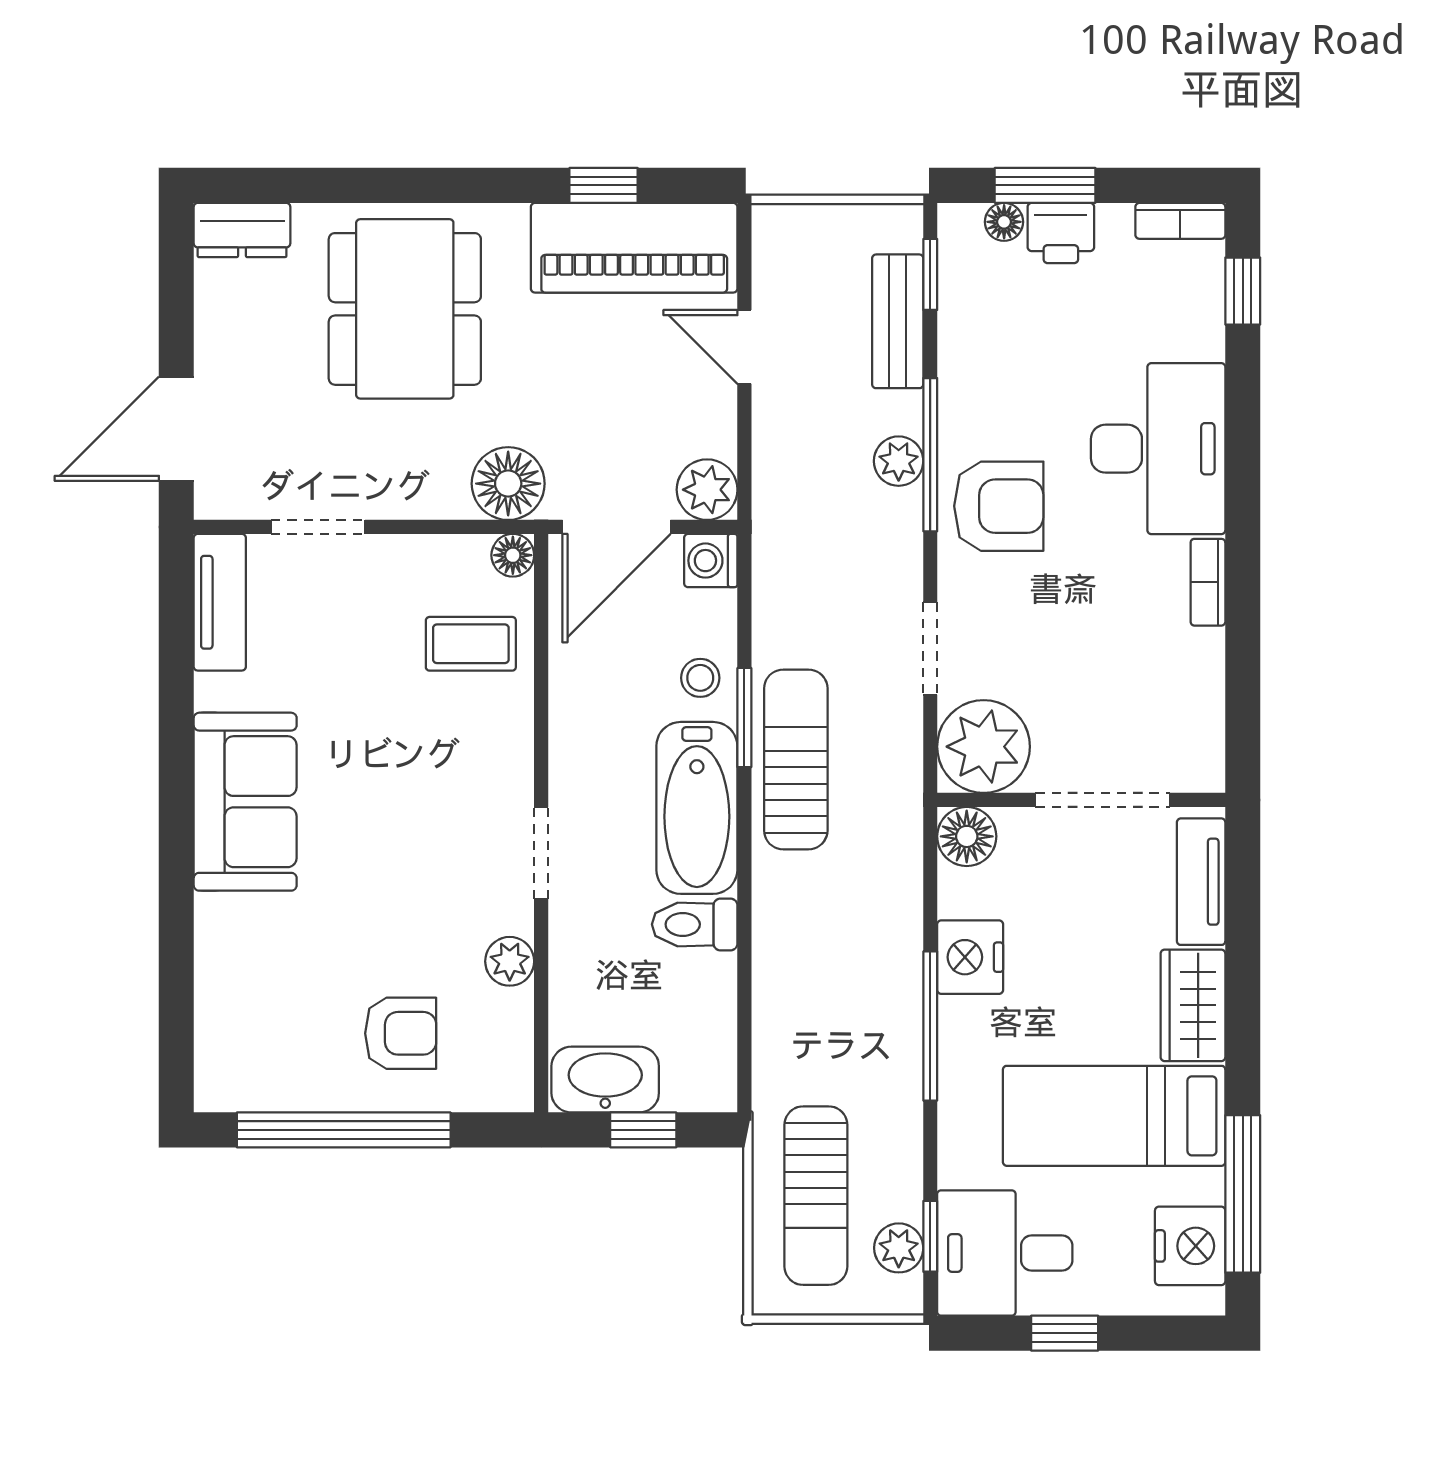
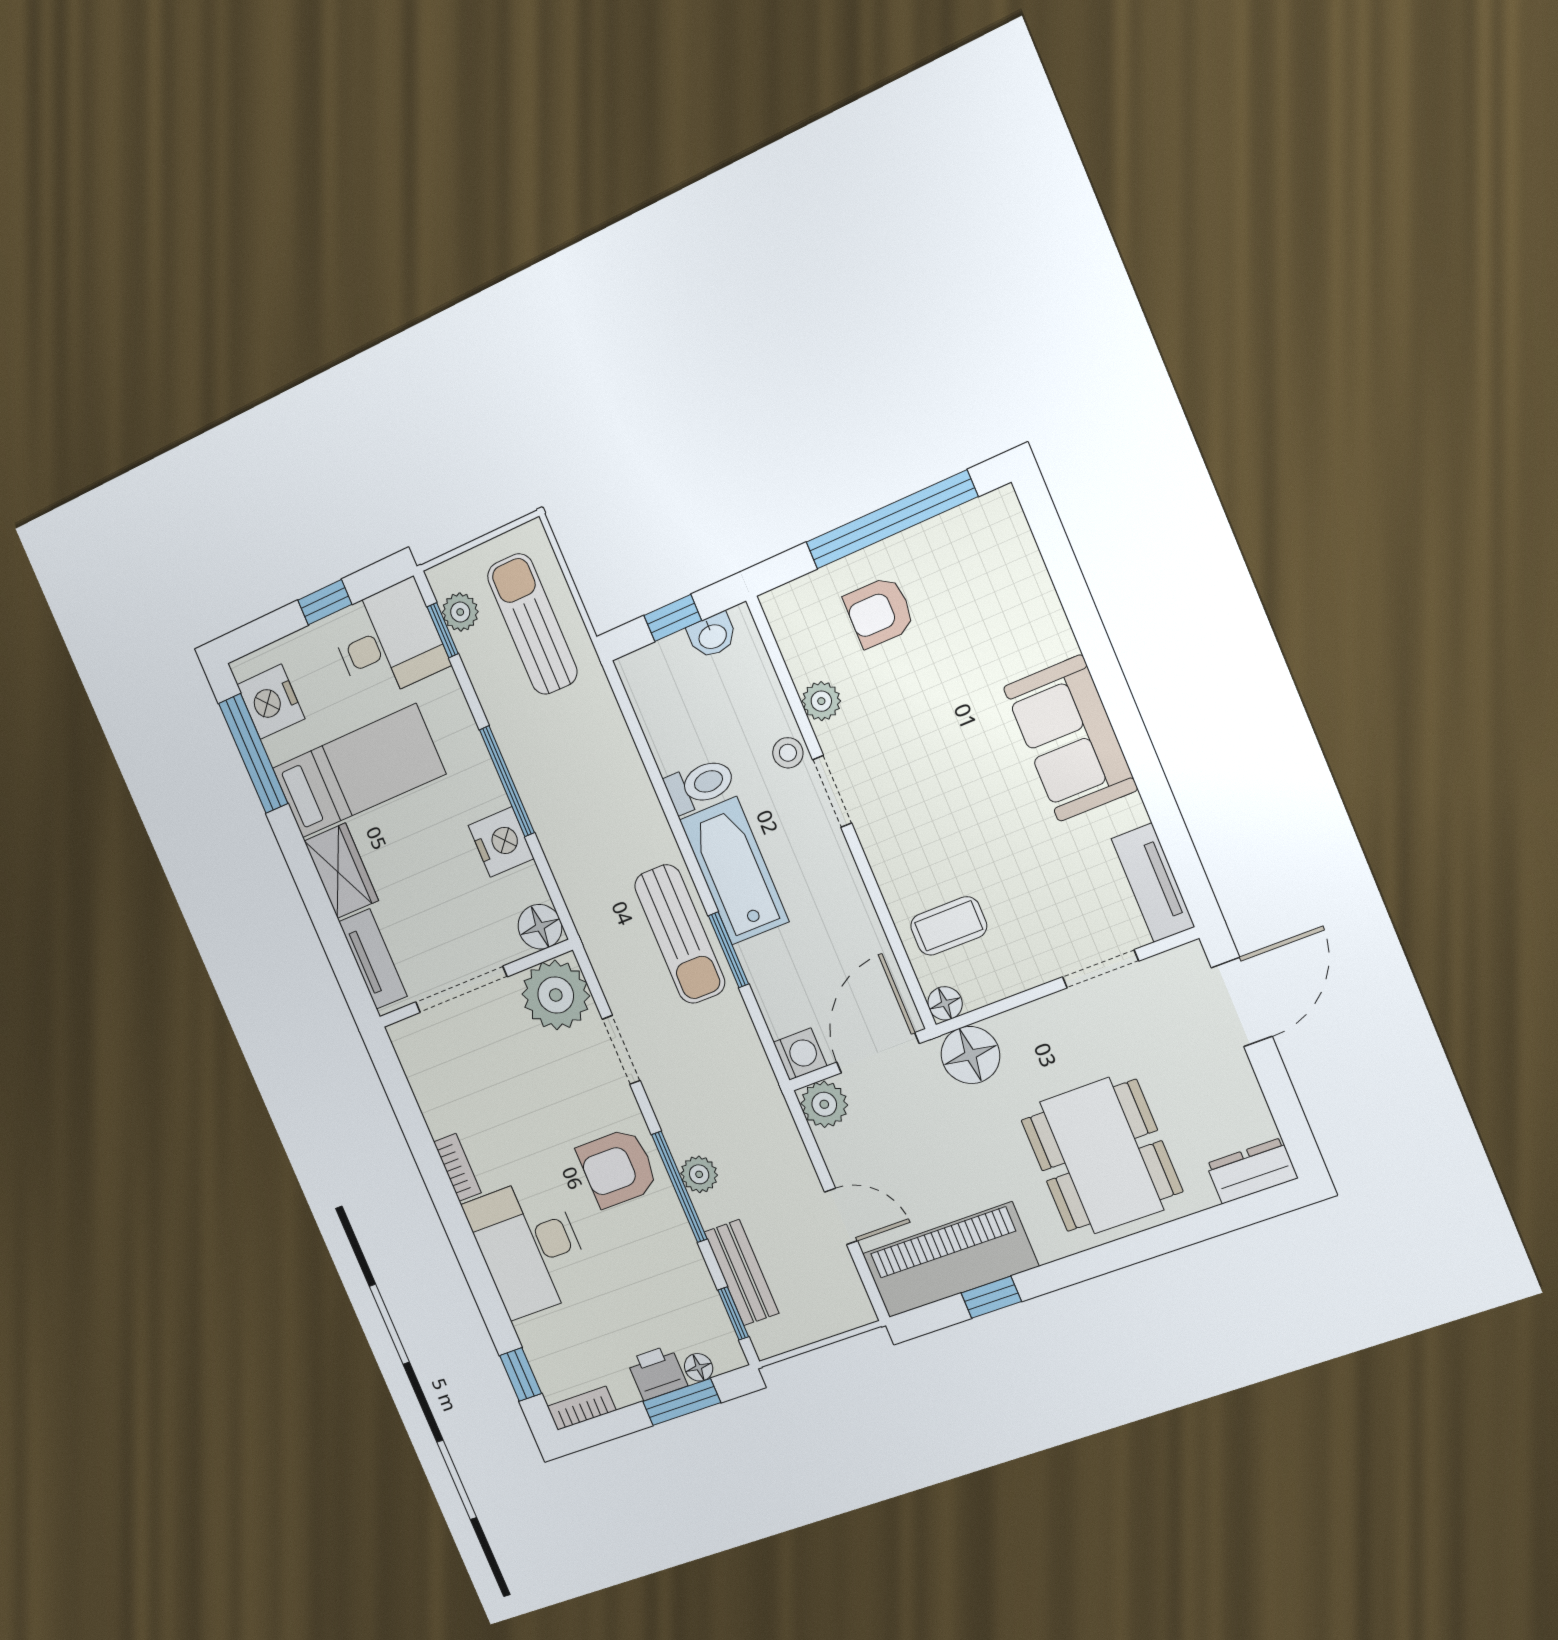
stool: (700, 678) -> (788, 753), moved
washbasin: (605, 1080) -> (712, 636), width x0.52, depth x0.69

